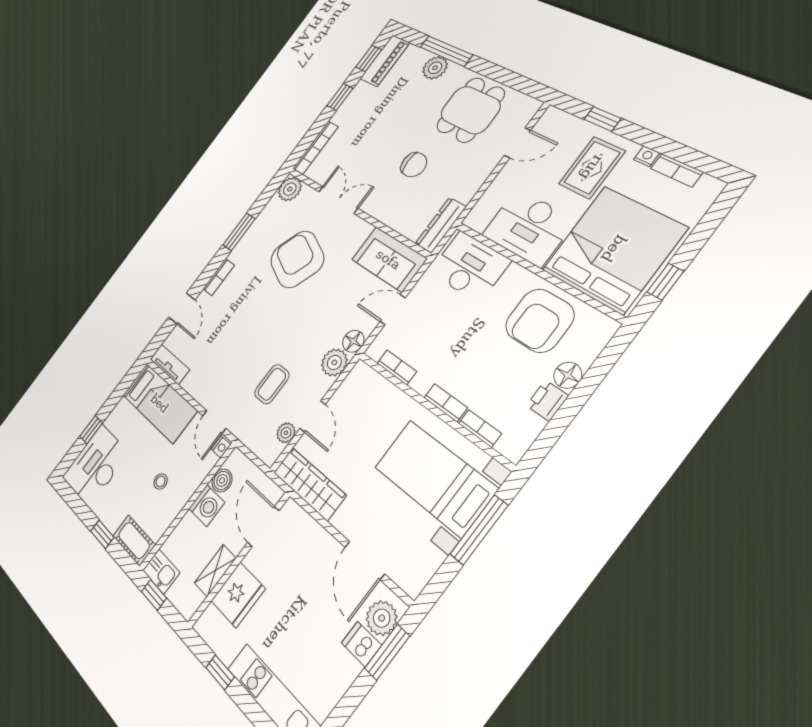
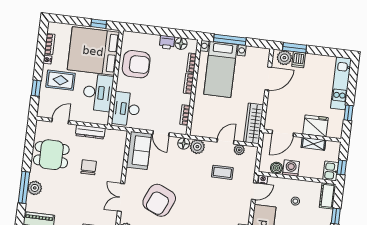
door: (518, 143) -> (60, 121), hinge flipped
dresser: (441, 225) -> (90, 132), moved
floor lamp: (568, 375) -> (181, 44), moved

